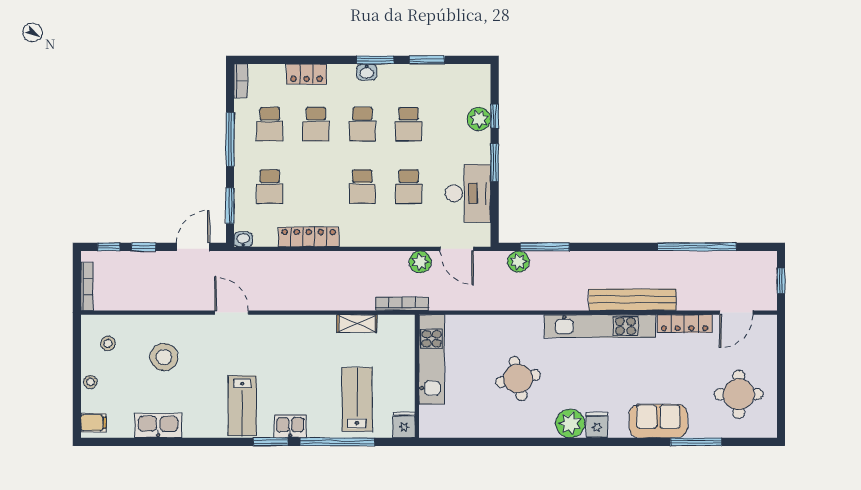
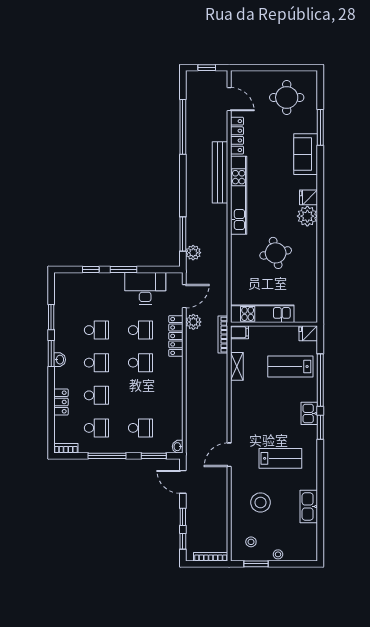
plant: (479, 119) -> (93, 280), removed
locker: (309, 237) -> (176, 336), moved
window: (77, 351) -> (256, 564), added
lab bench: (242, 406) -> (280, 458), moved
filing cabinet: (93, 423) -> (239, 332), moved, turned 90

